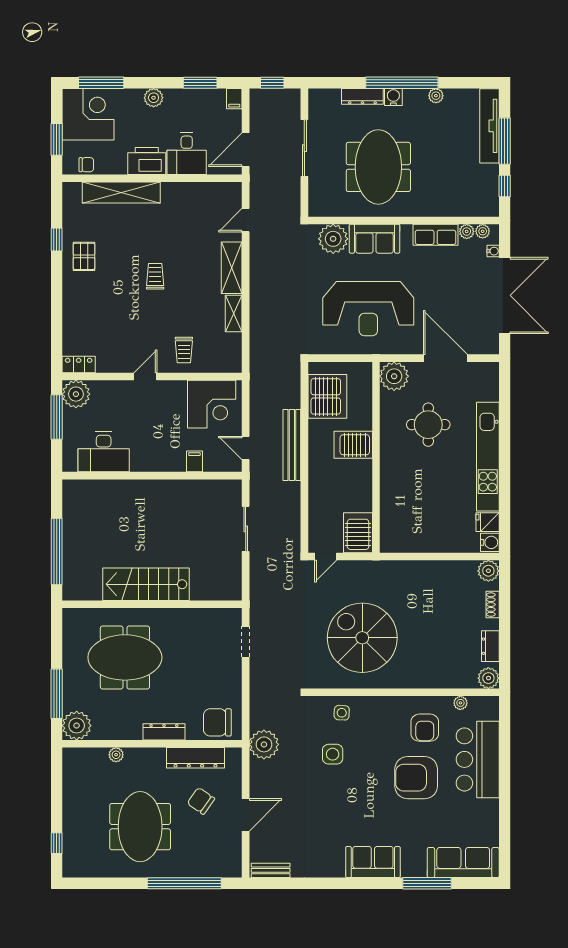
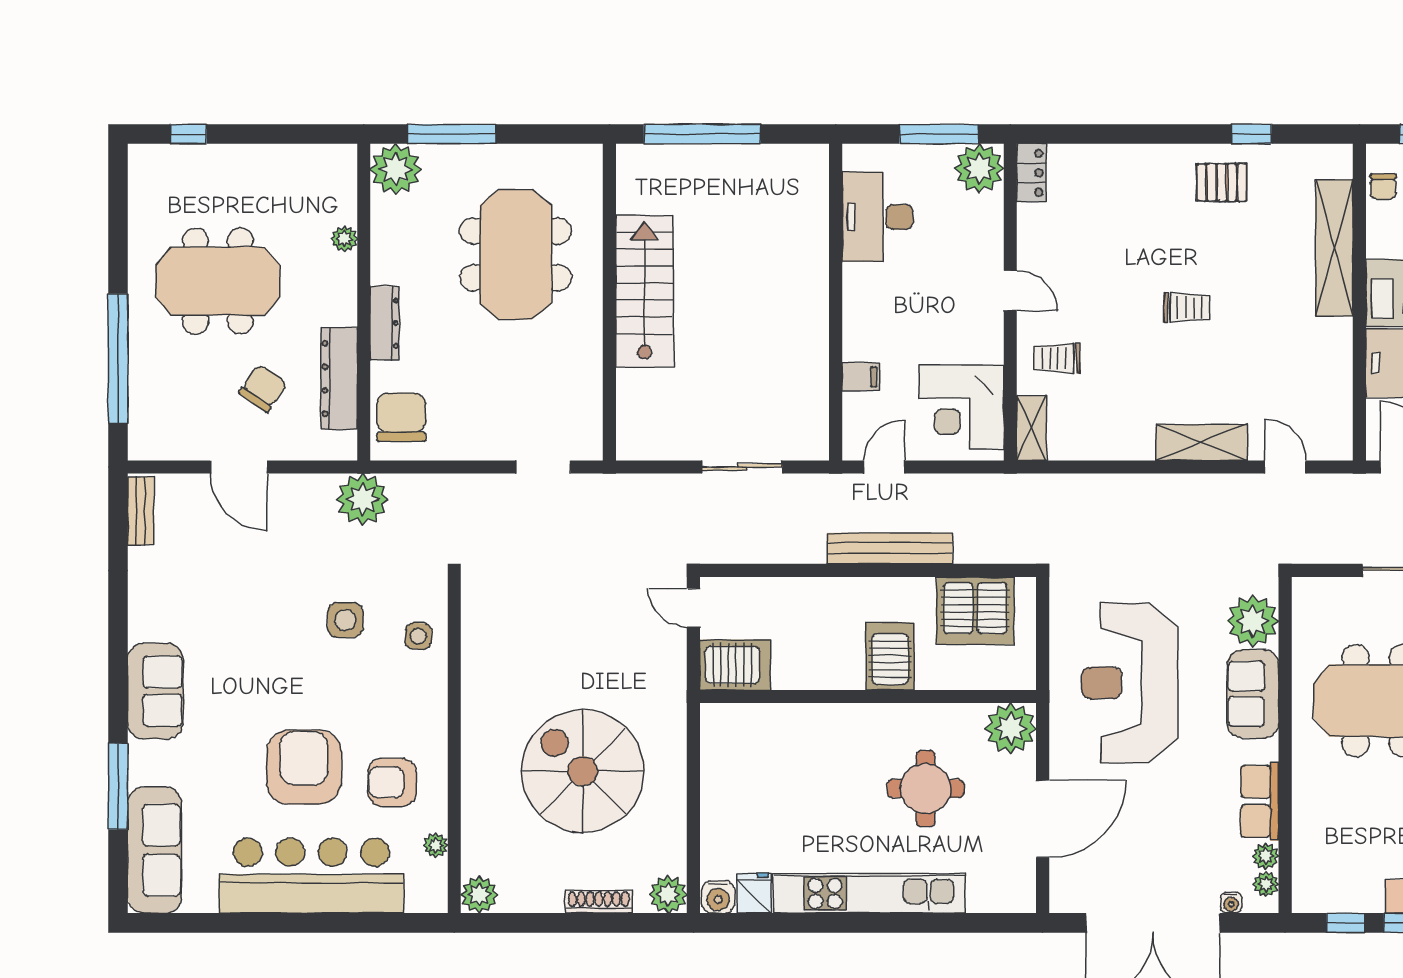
shelving: (234, 314) -> (1031, 428), moved, turned 90
shoe rack: (493, 605) -> (599, 902), width x1.43
spiral stairs: (362, 638) -> (583, 771), moved, turned -90
dresser: (490, 646) -> (535, 898), removed
bar counter: (478, 759) -> (311, 876), width x1.36

